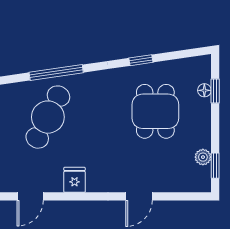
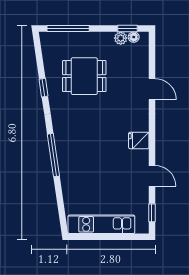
floor lamp: (204, 90) -> (134, 37), moved
window: (215, 91) -> (68, 29), width x2.17
cafe table: (48, 117) -> (89, 162), removed

